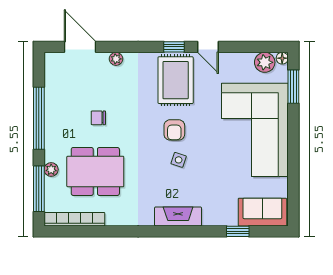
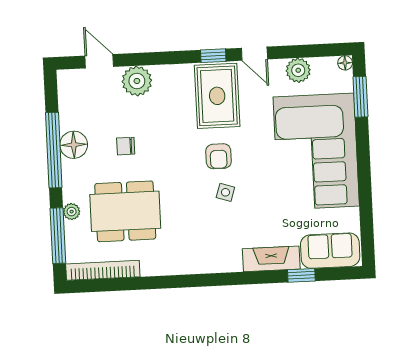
door: (80, 47) -> (99, 61), width x0.73
plant: (116, 59) -> (137, 81), width x1.88, depth x1.88
plant: (265, 62) -> (298, 70), moved
floor lamp: (56, 115) -> (74, 145), added
fireplace: (178, 216) -> (271, 259), moved

